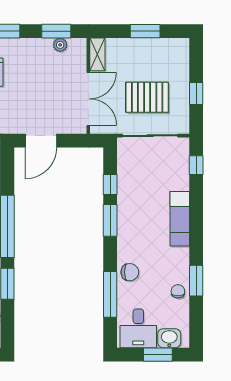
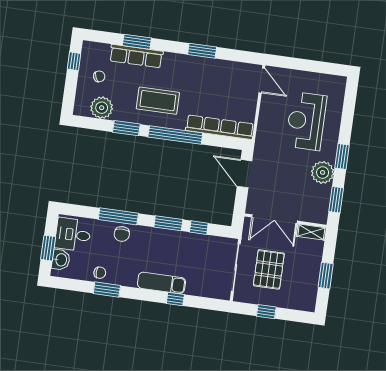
plant: (60, 45) -> (323, 172), moved, width x1.88, depth x1.88
window: (196, 165) -> (175, 299), moved
window: (110, 294) -> (118, 216), moved

